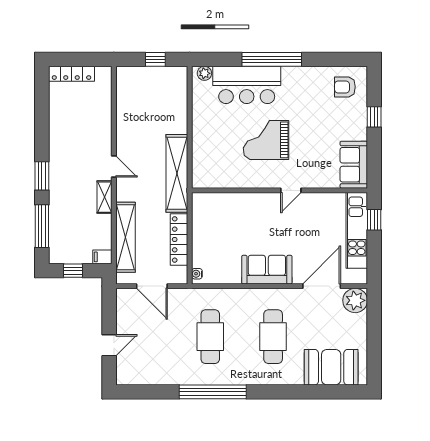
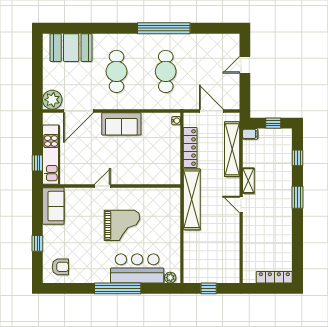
window: (42, 226) -> (298, 158), width x0.46

